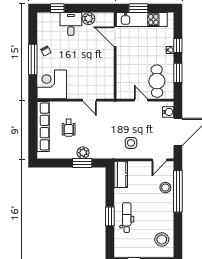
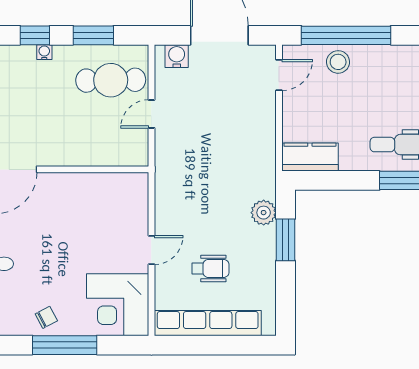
door: (90, 100) -> (151, 250), moved
side table: (131, 143) -> (243, 135), removed
plant: (83, 153) -> (264, 213), moved
door: (159, 160) -> (279, 75), hinge flipped

